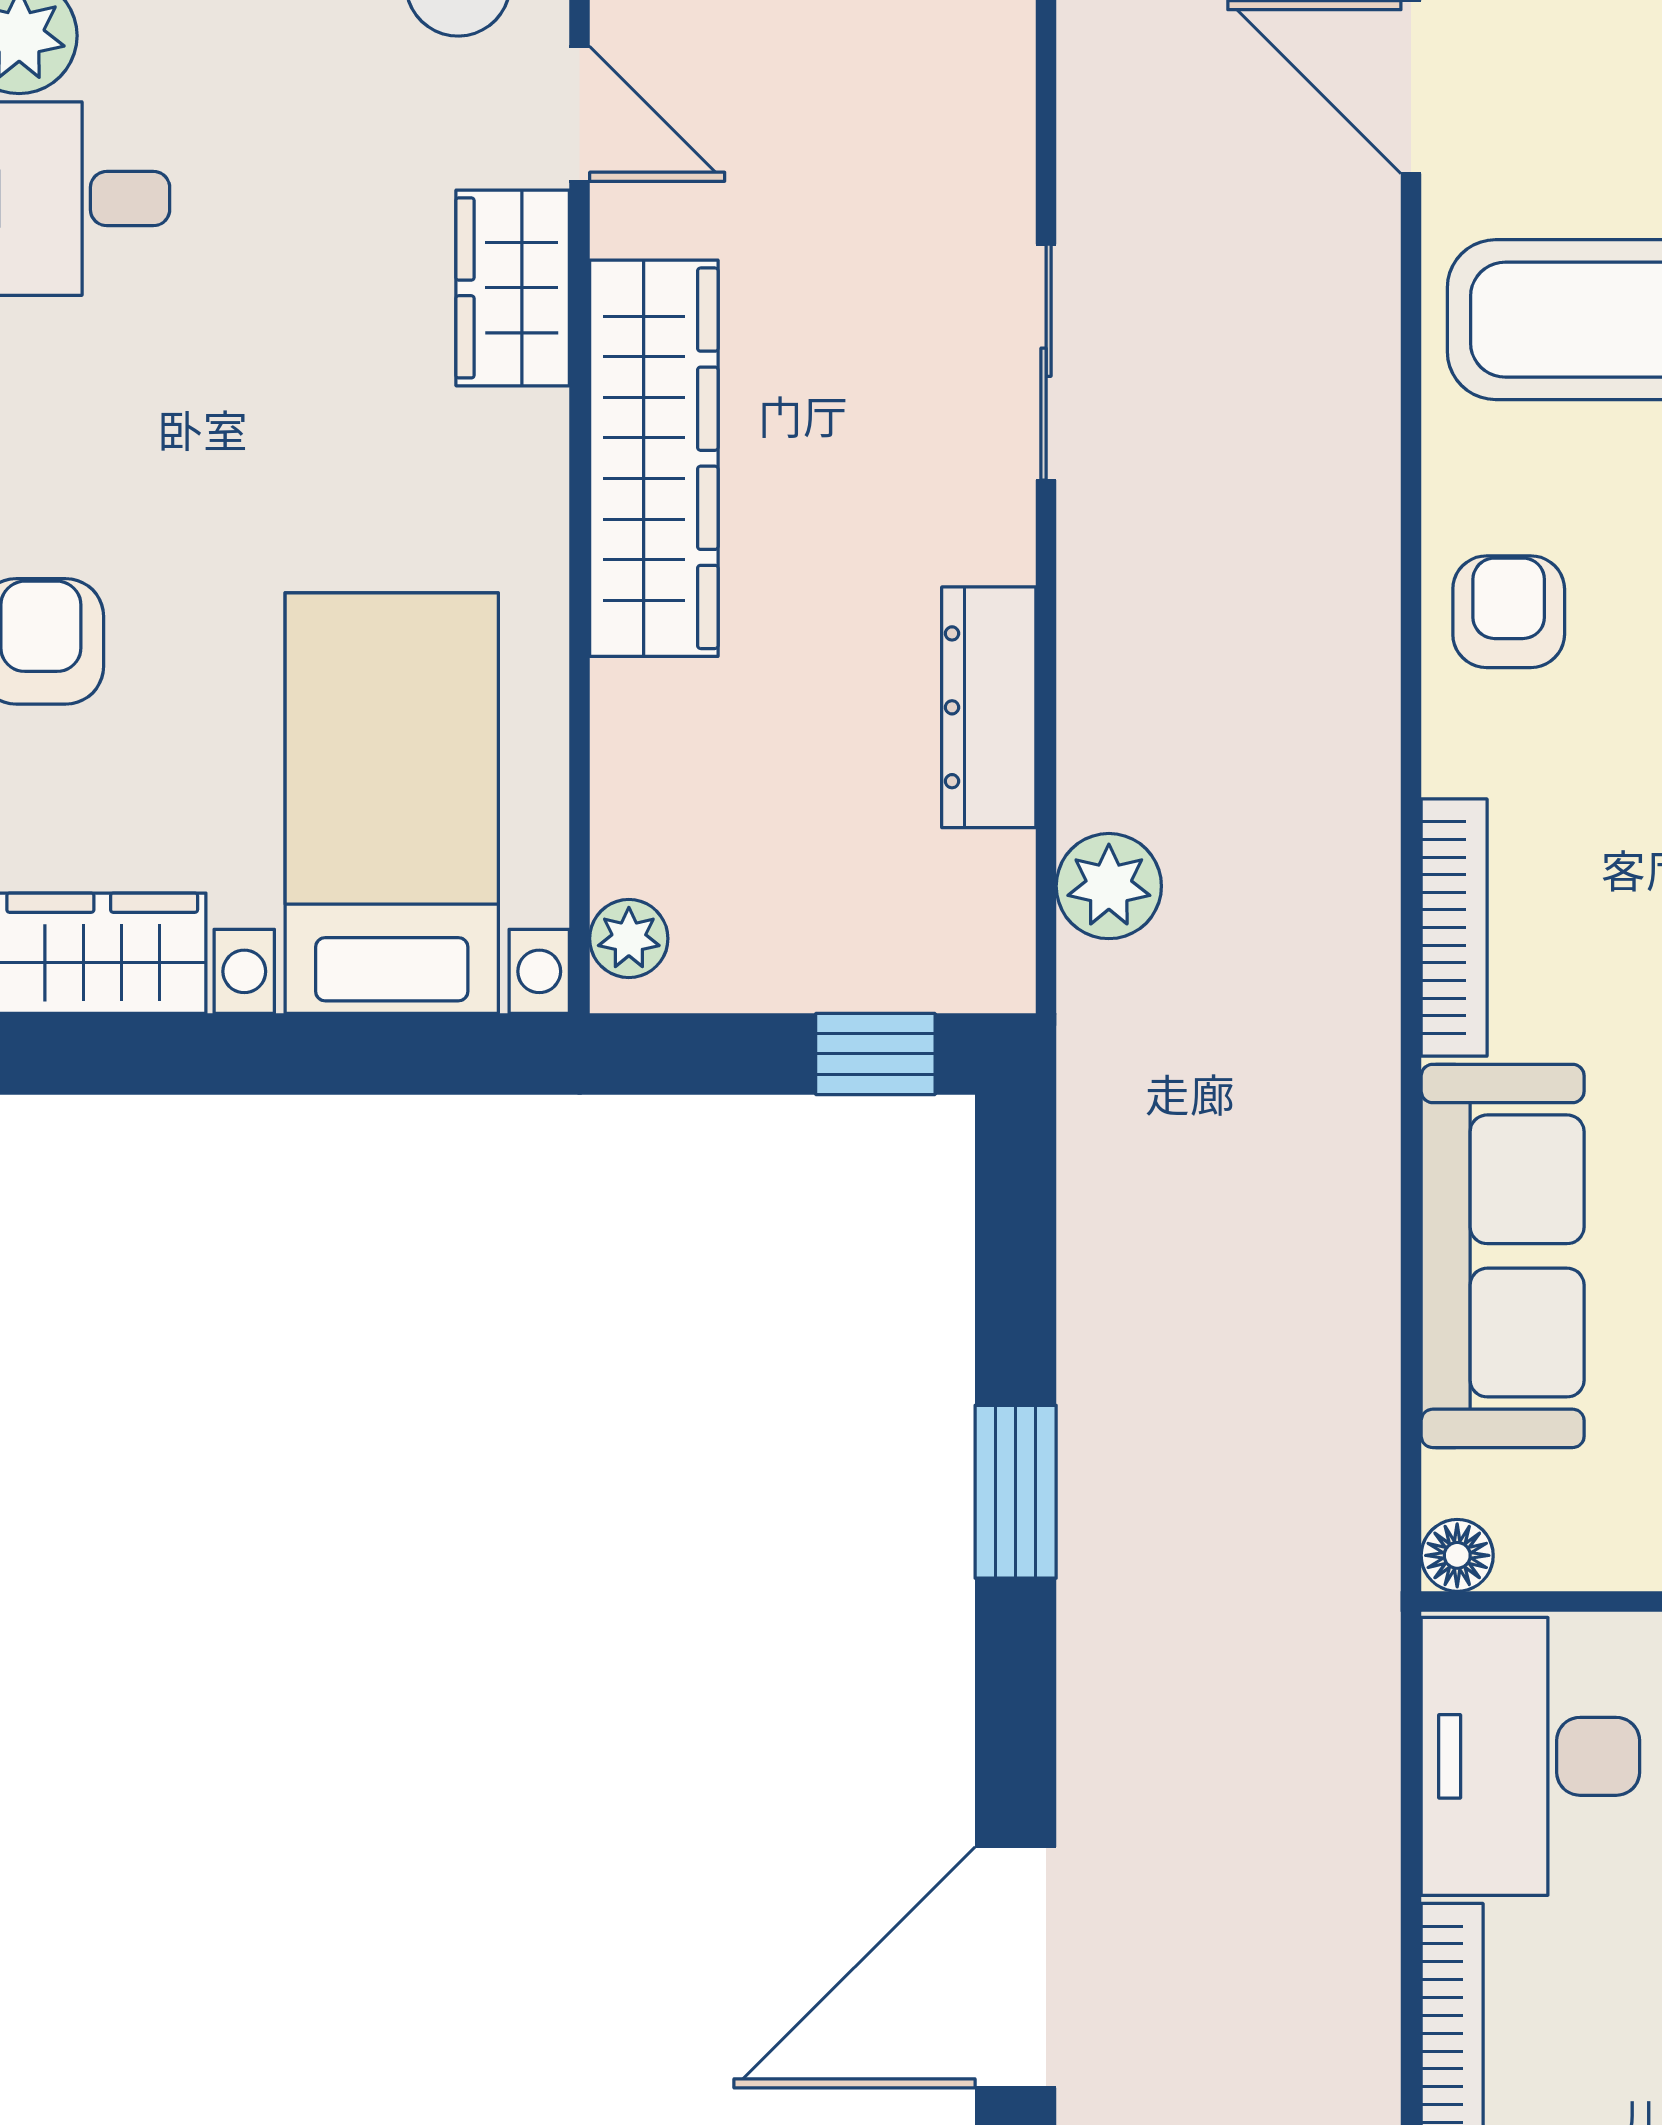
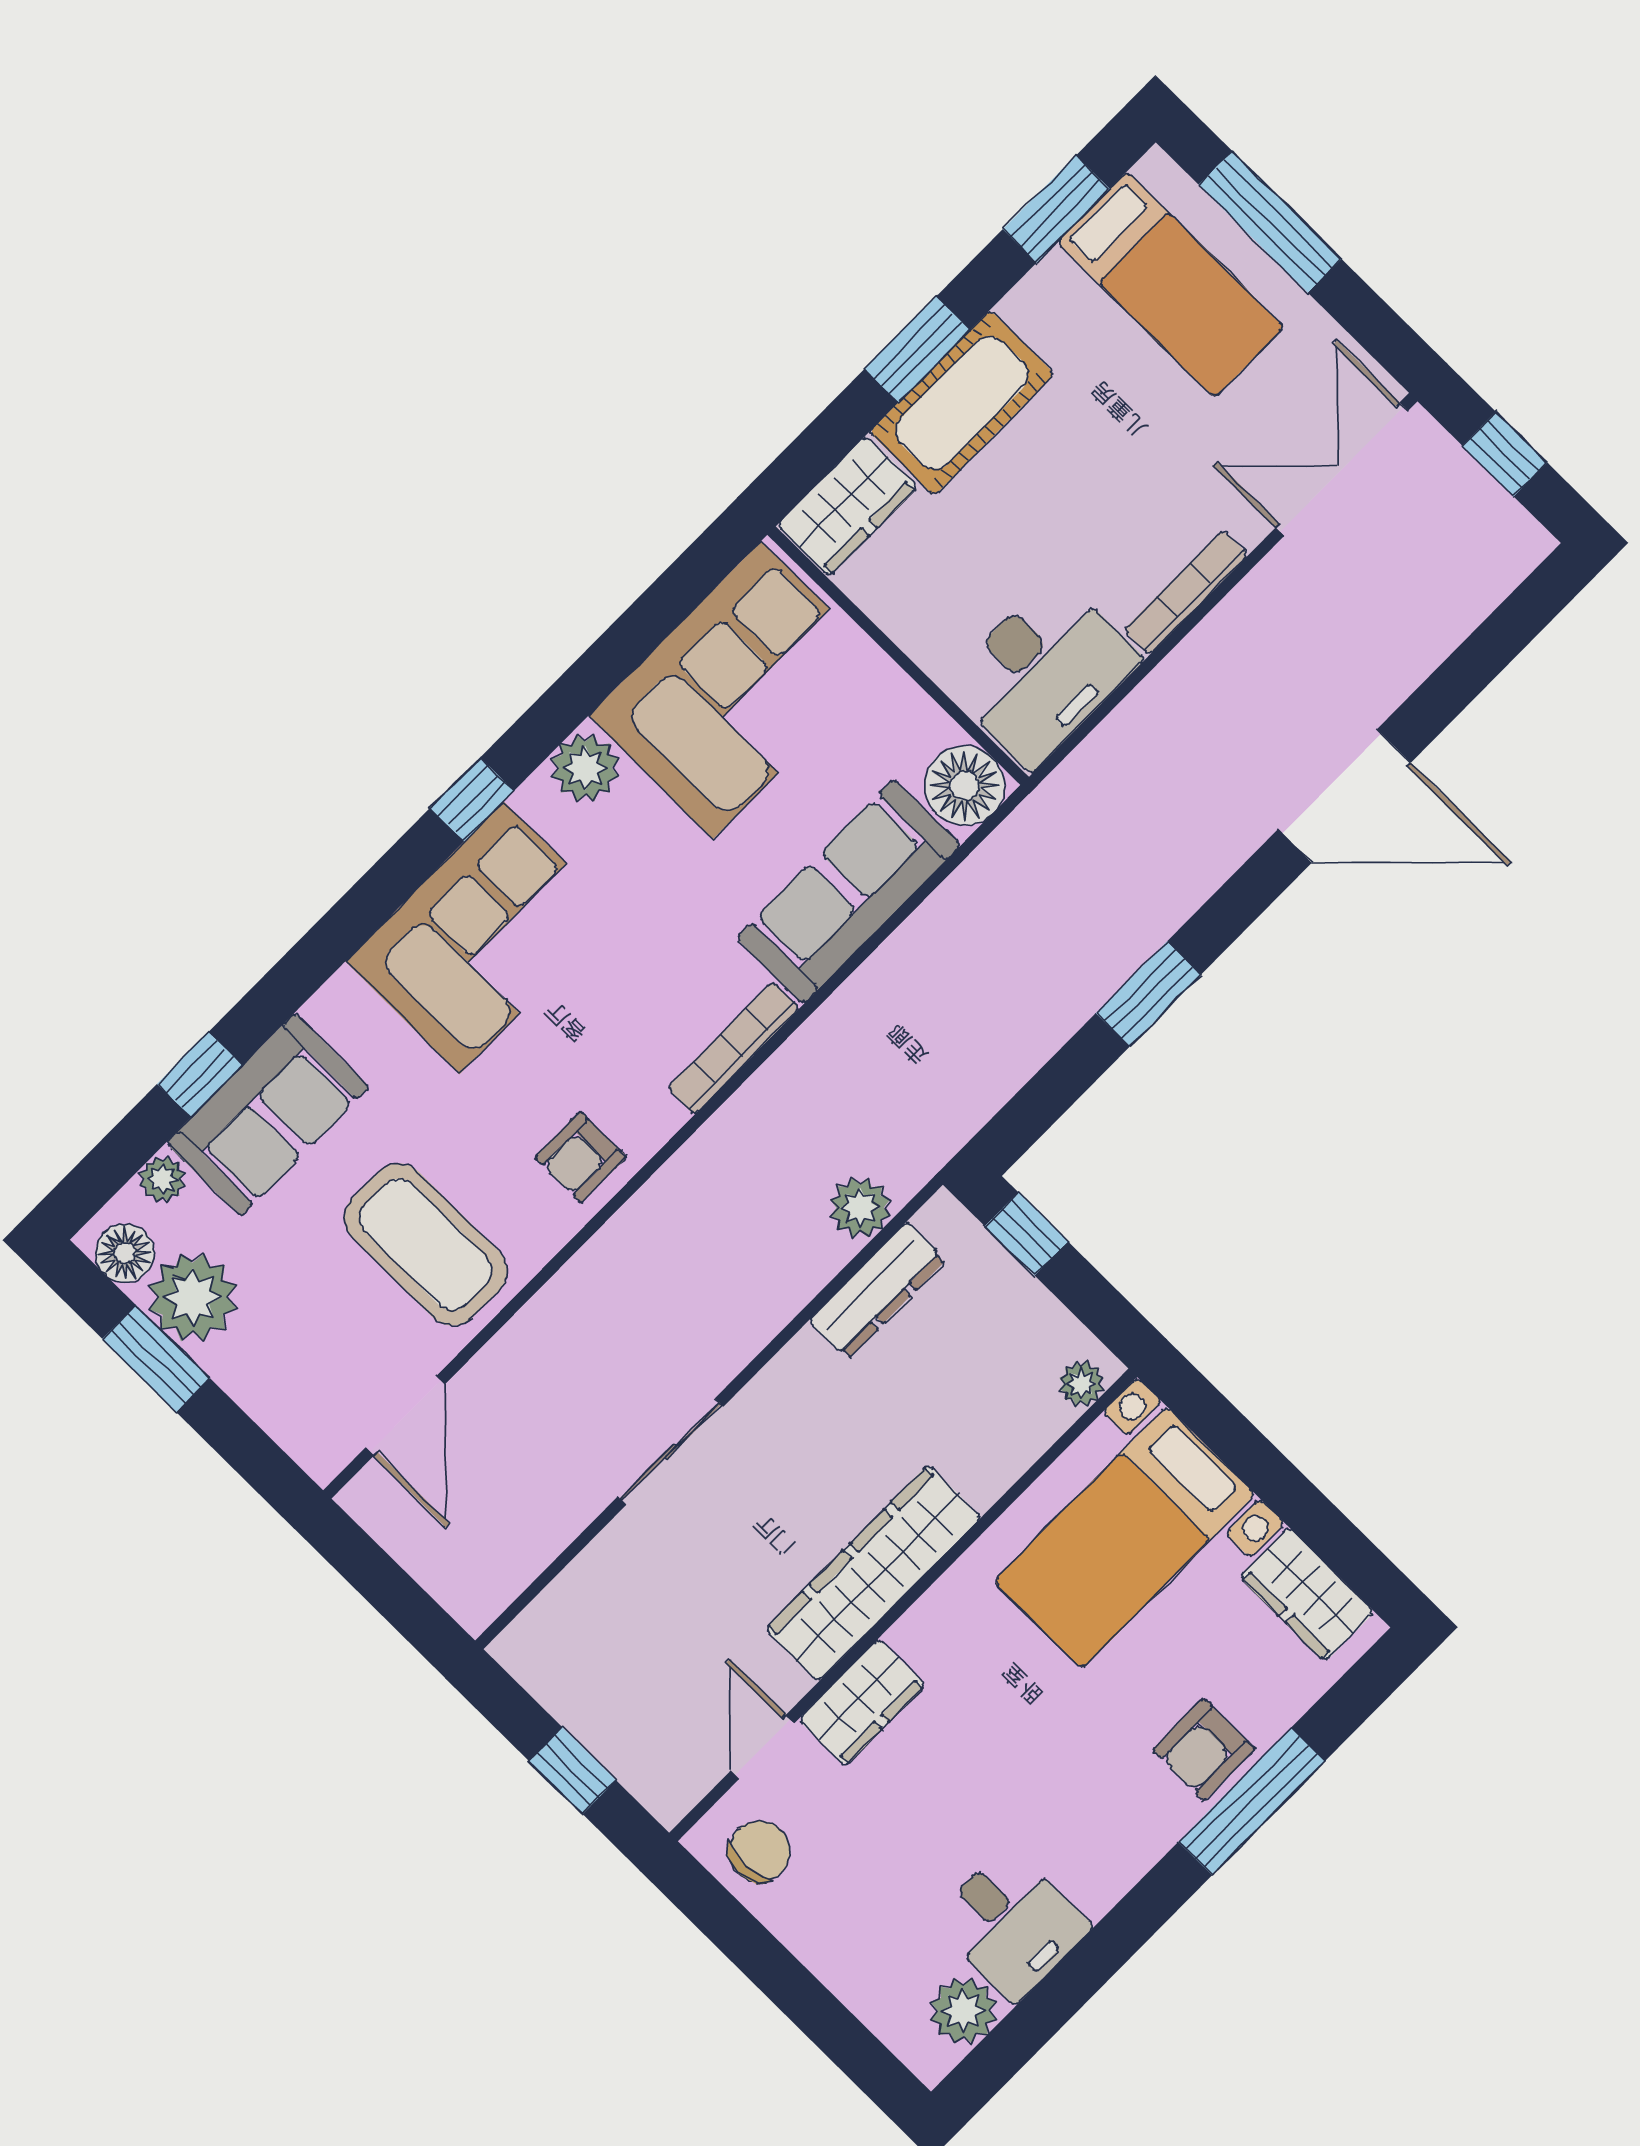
dresser: (989, 707) -> (877, 1290), moved
floor lamp: (1457, 1555) -> (964, 786), width x1.89, depth x1.89

